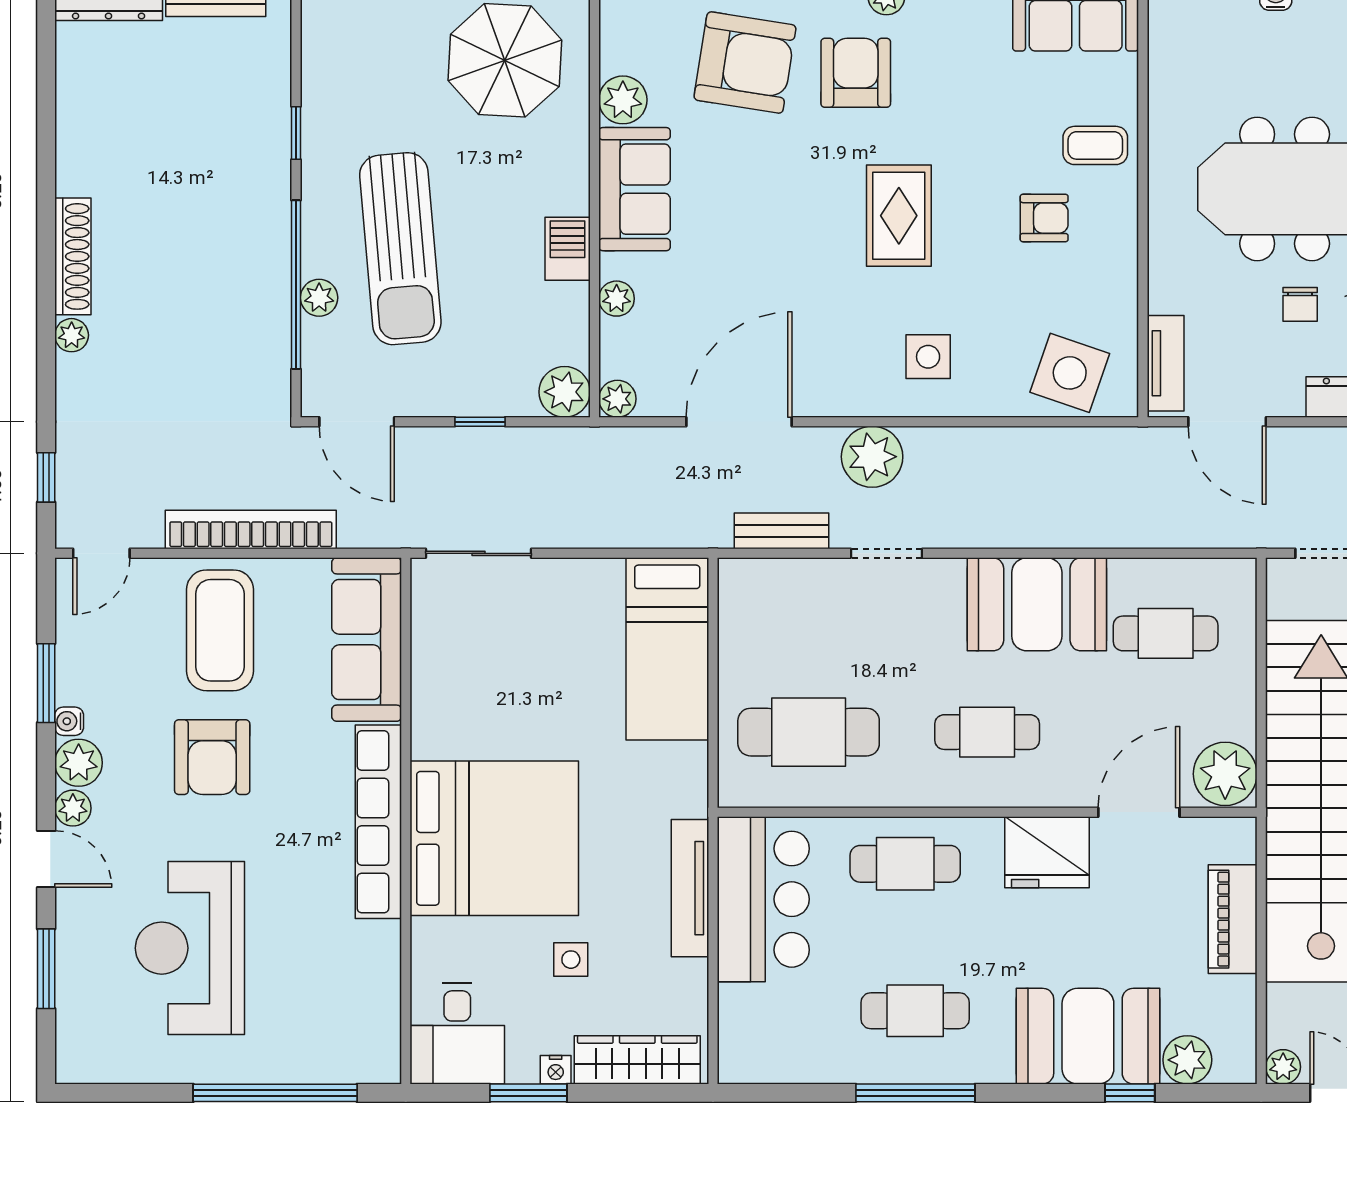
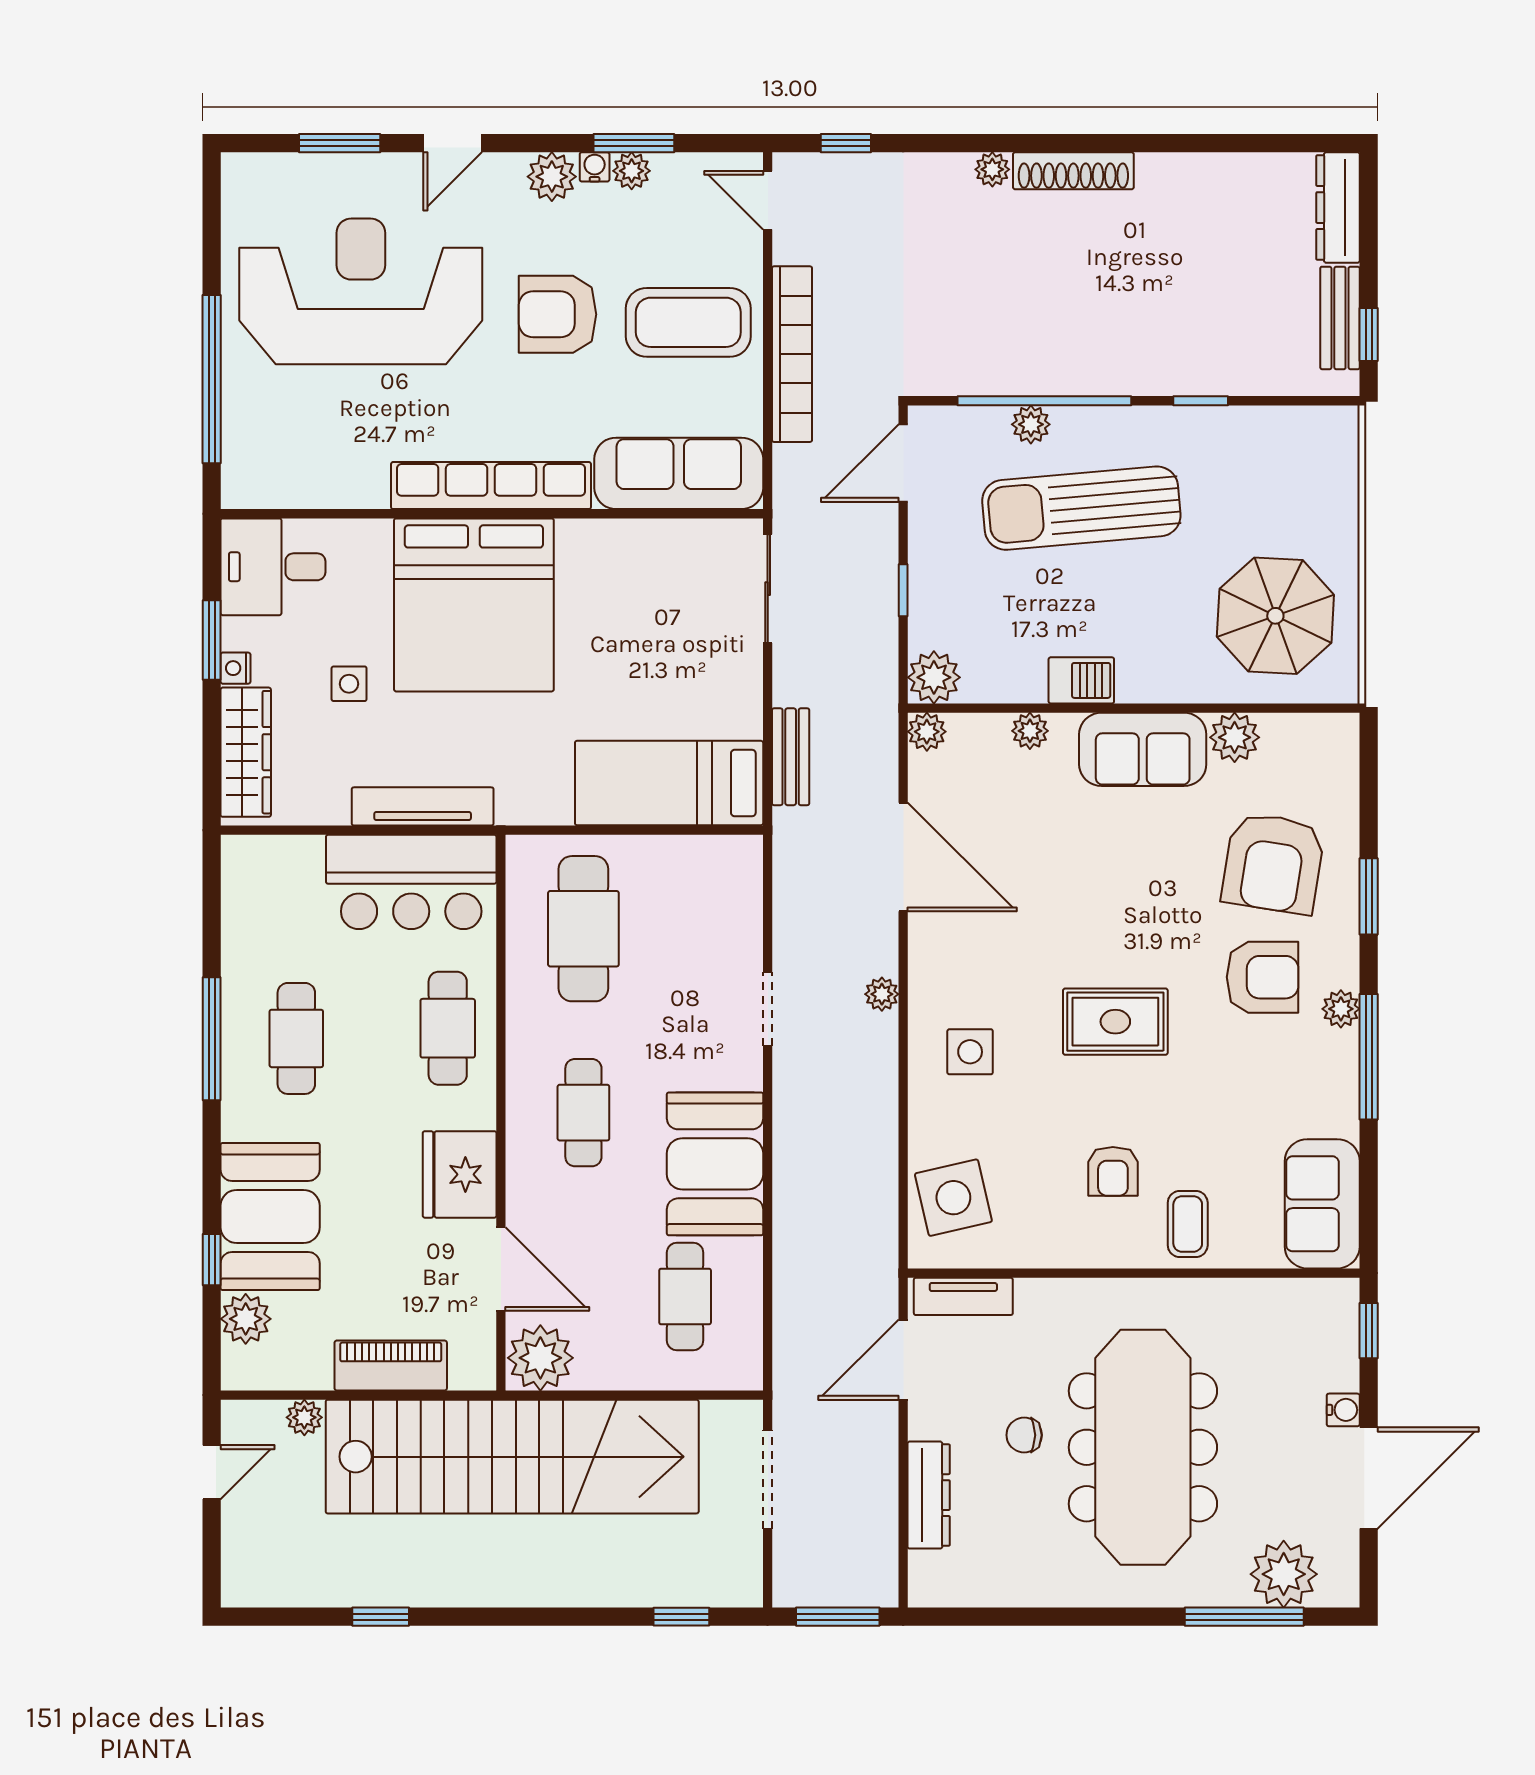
side table: (1070, 373) -> (953, 1198), turned -32
plant: (872, 457) -> (882, 994), width x0.53, depth x0.53
bench: (782, 531) -> (791, 757), moved
plant: (73, 808) -> (632, 171), moved
reception desk: (190, 948) -> (361, 291), width x1.36, depth x1.30
plant: (1283, 1067) -> (304, 1417), moved

